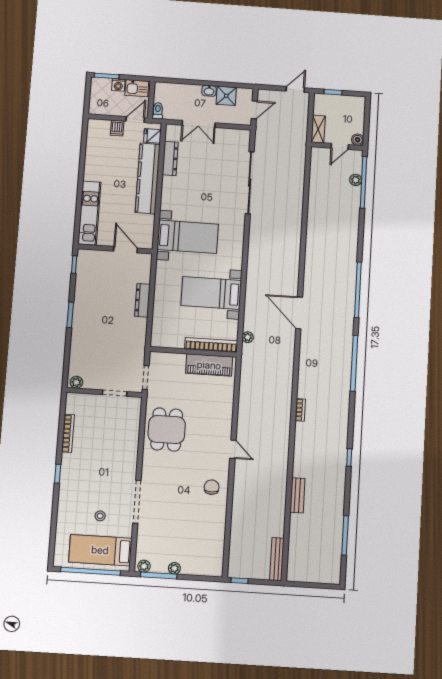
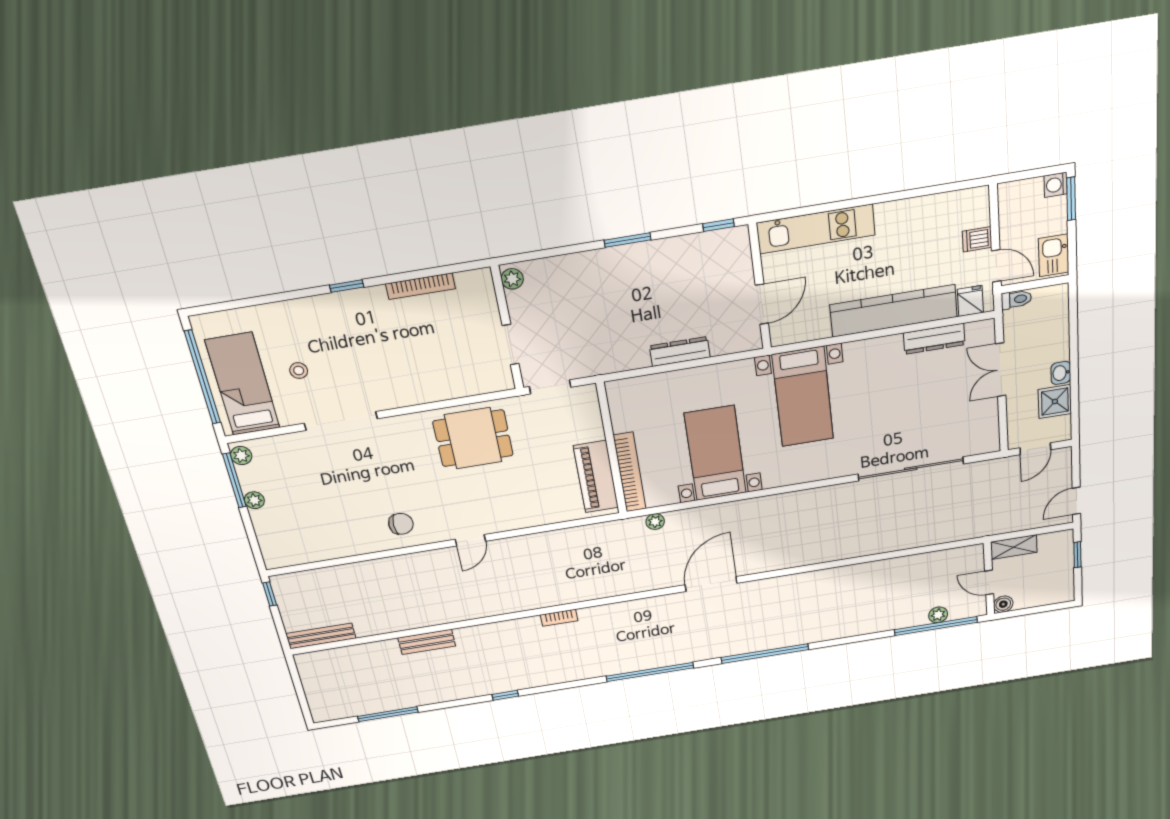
washing machine: (118, 85) -> (1056, 185), moved
door: (295, 89) -> (1076, 501), swing flipped
door: (254, 110) -> (1035, 449), hinge flipped

